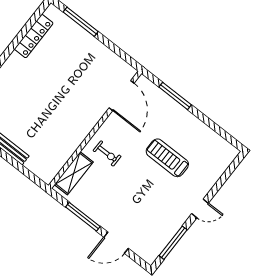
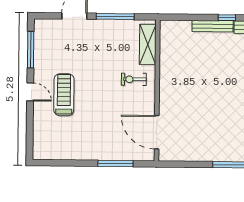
treadmill: (167, 158) -> (64, 95), moved, turned -90
door: (200, 208) -> (30, 92), swing flipped

